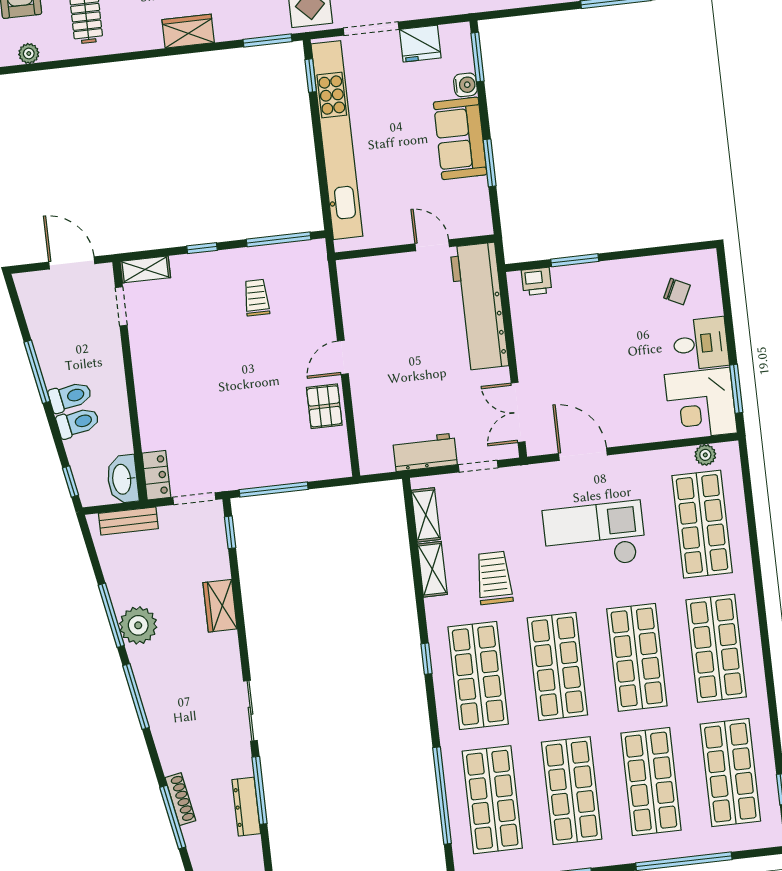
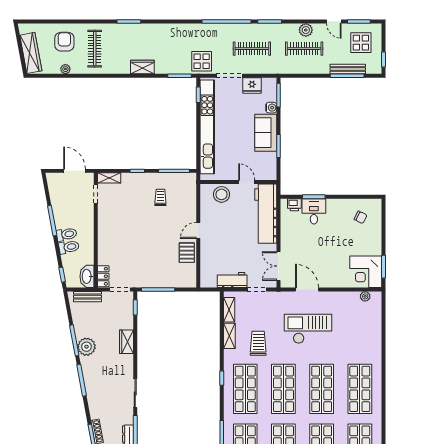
stool: (383, 277) -> (221, 194), added
desk: (701, 344) -> (314, 211), moved, turned -90
shop shelf: (702, 524) -> (360, 329), removed

